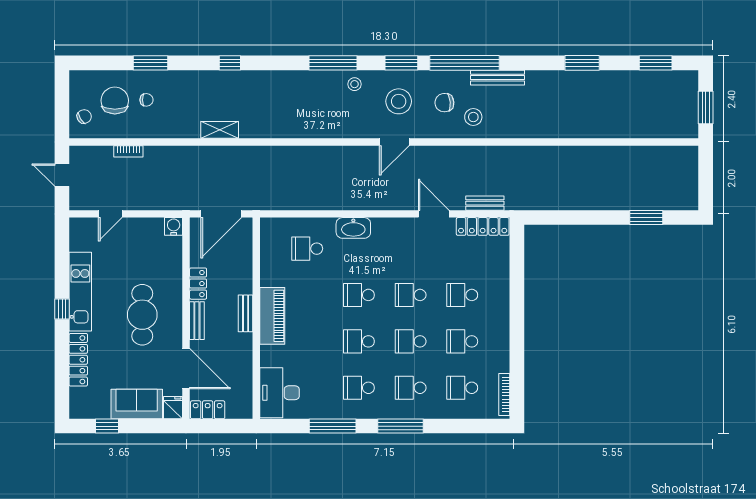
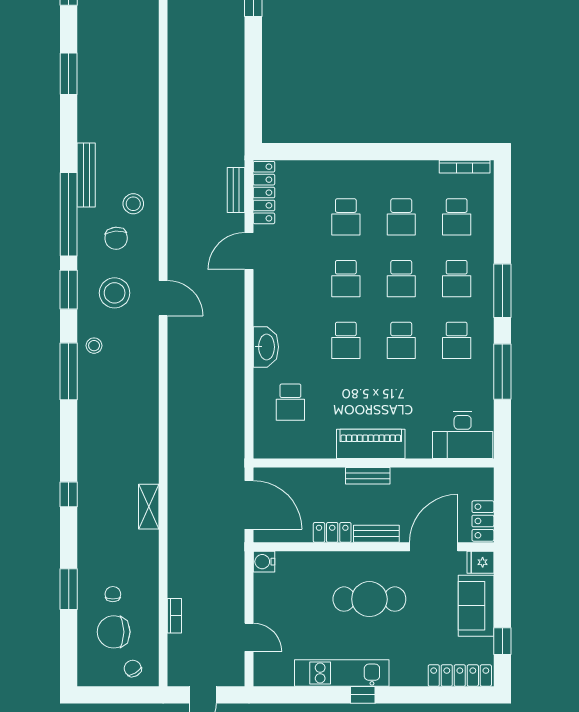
locker: (78, 360) -> (460, 675), moved

